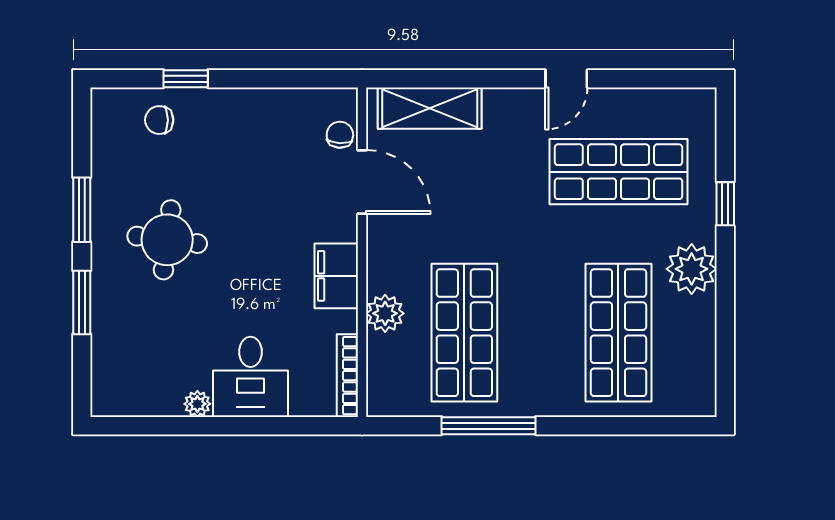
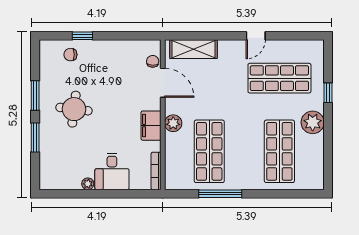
plant: (385, 313) -> (173, 123), moved

